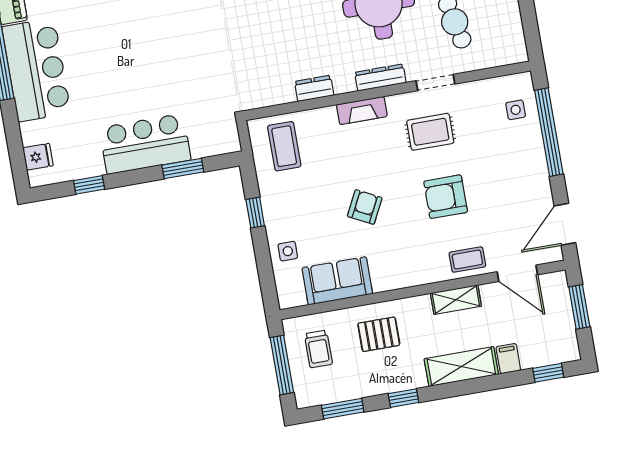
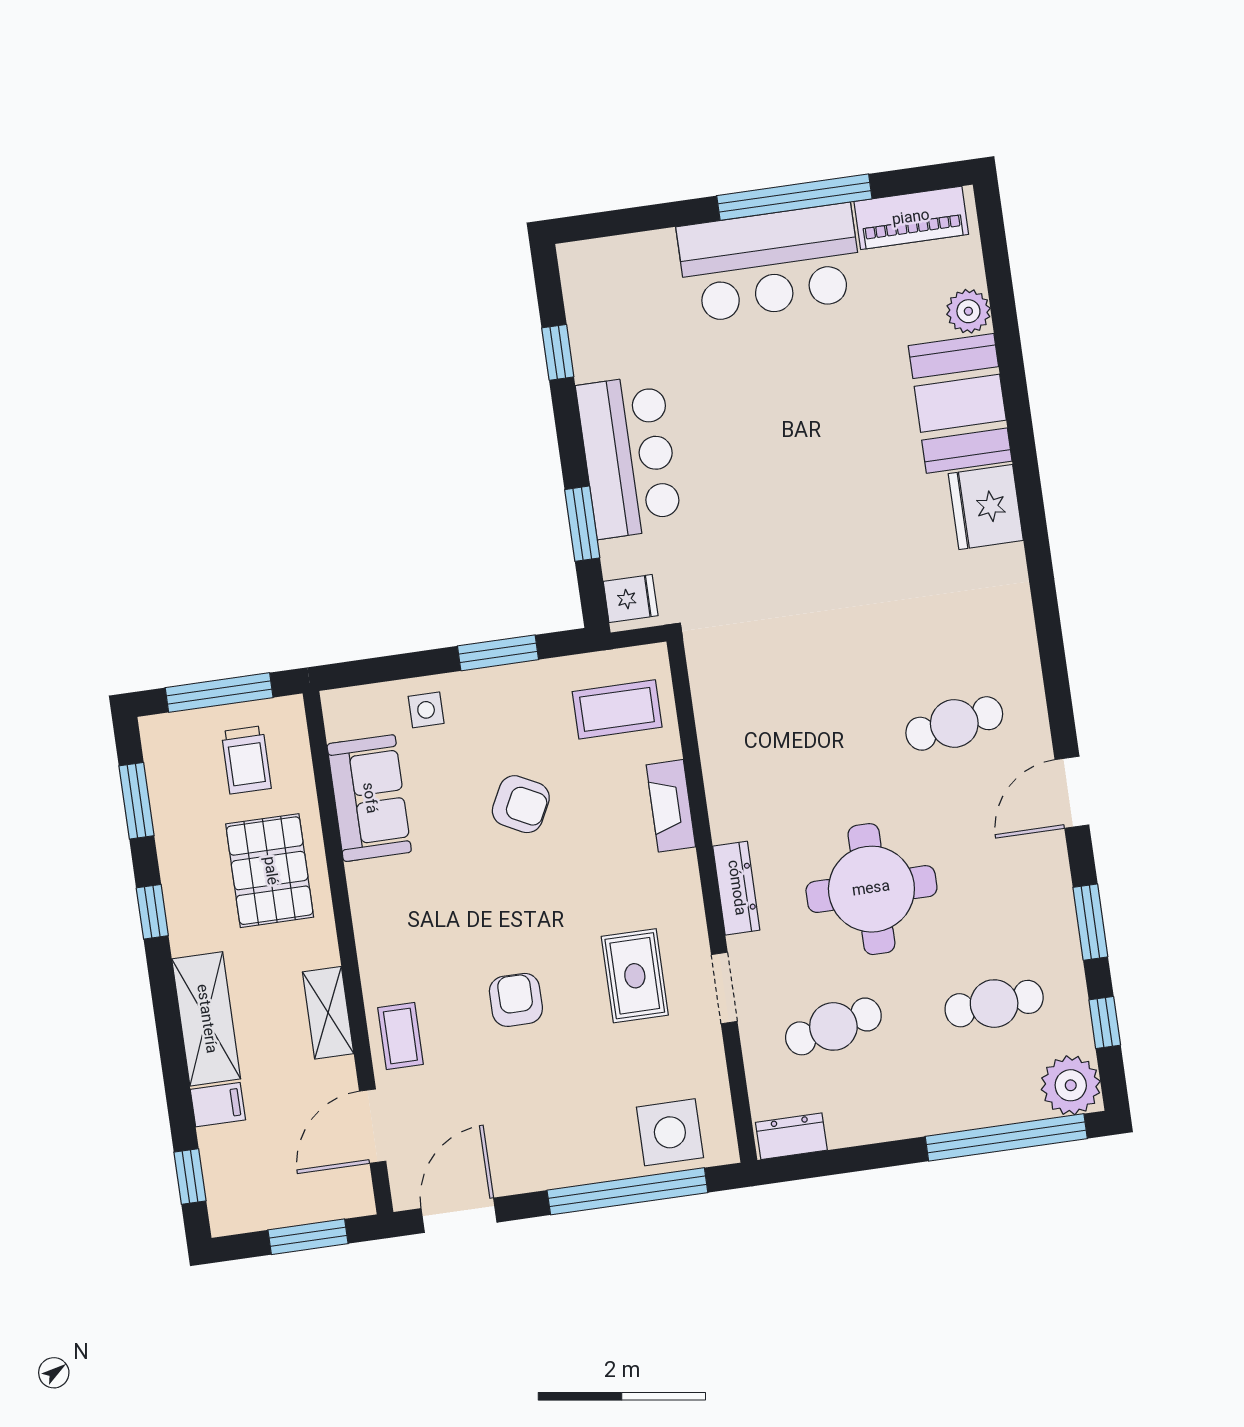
dresser: (314, 88) -> (791, 1136), moved, turned -90
fireplace: (362, 110) -> (671, 806), moved
side table: (516, 110) -> (670, 1132), width x1.87, depth x1.87
fridge: (38, 157) -> (631, 599), moved, turned -90
armchair: (446, 197) -> (516, 1000), width x0.72, depth x0.72
armchair: (365, 207) -> (521, 804), moved
window: (255, 213) -> (498, 653), width x1.50
door: (565, 224) -> (459, 1215), hinge flipped
pallet: (379, 334) -> (270, 871), width x1.50, depth x1.42
trolley: (318, 349) -> (246, 760), turned -90

